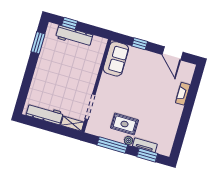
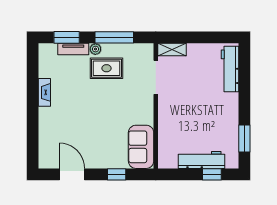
fireplace: (183, 94) -> (44, 92), moved
workbench: (45, 114) -> (230, 69), moved, turned 90

